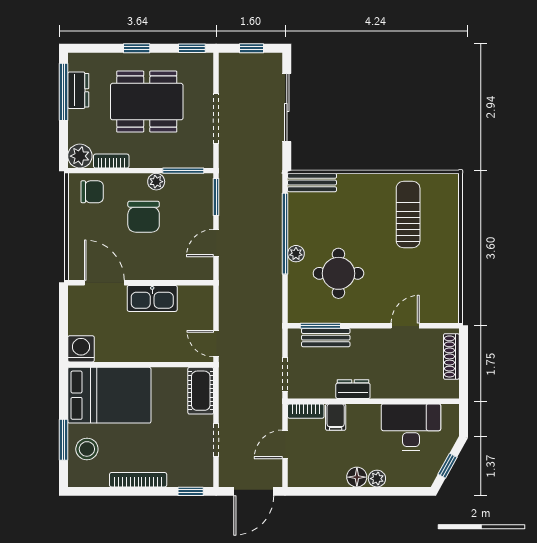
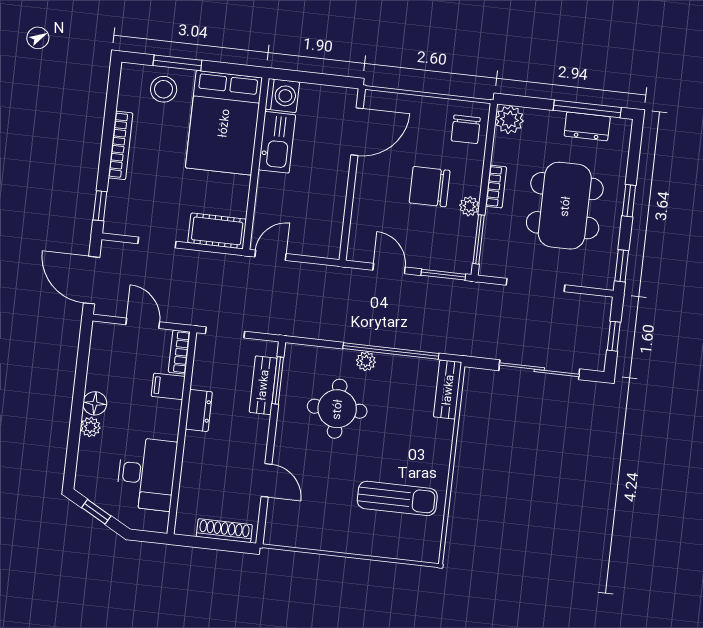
bookcase: (111, 161) -> (496, 187), moved
kitchen sink: (152, 298) -> (277, 142), moved, turned 180

